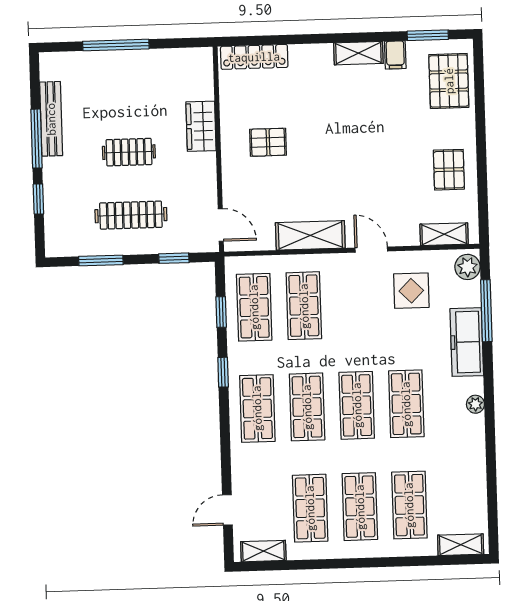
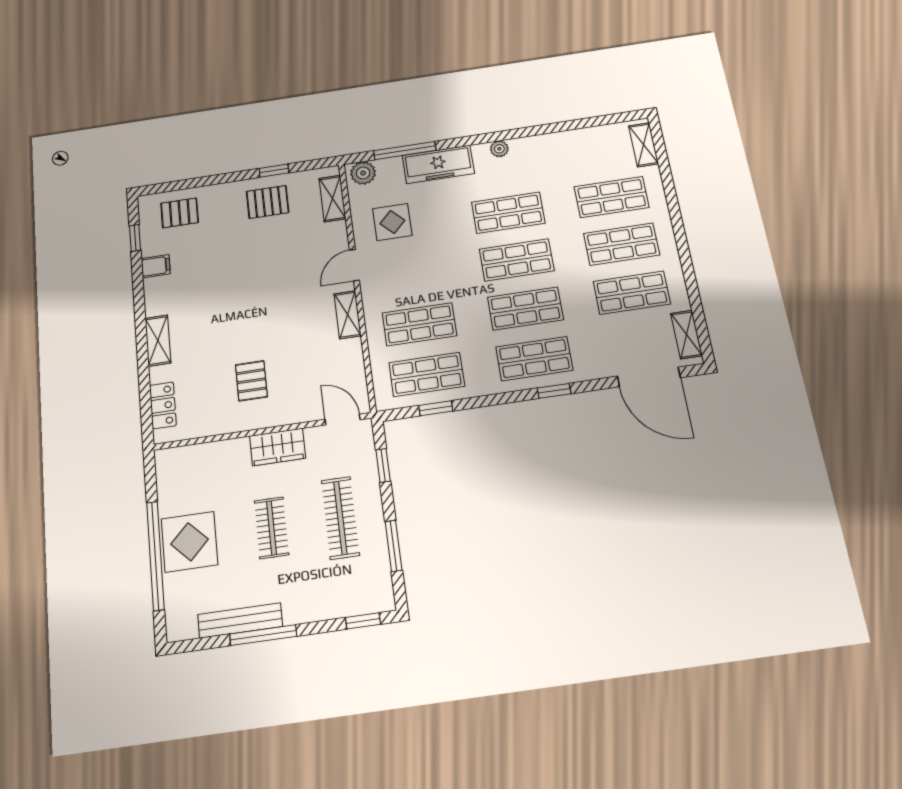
window: (428, 35) -> (135, 238), width x0.67
window: (116, 45) -> (155, 555), width x1.46
shelving: (358, 53) -> (158, 341), moved
locker: (254, 57) -> (163, 405), width x0.66
display table: (125, 77) -> (189, 542), added
pallet: (449, 81) -> (180, 213), width x0.67, depth x0.71
wardrobe: (201, 126) -> (277, 447), moved
window: (482, 178) -> (274, 171), added
window: (38, 199) -> (363, 621), moved
door: (221, 225) -> (343, 419), hinge flipped
shelving: (310, 235) -> (347, 315), width x0.67, depth x0.75
window: (223, 372) -> (554, 391), moved
door: (227, 510) -> (649, 377), width x1.88

